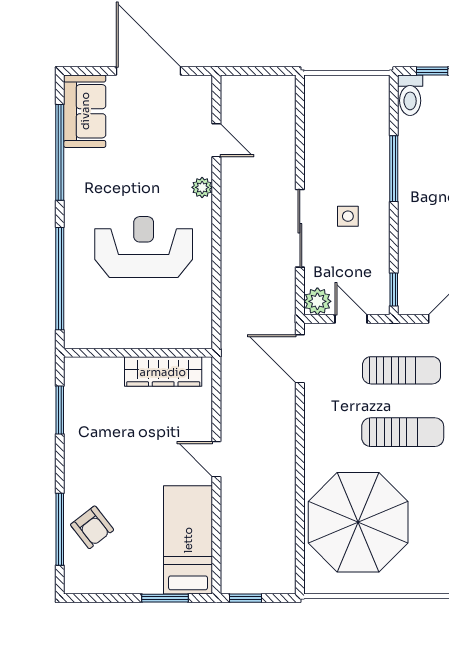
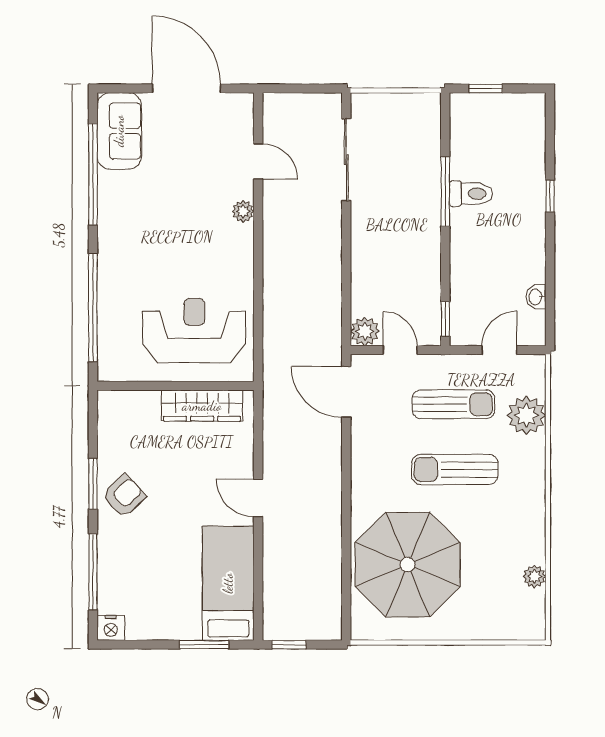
toilet: (410, 95) -> (471, 194), moved, turned -90
side table: (348, 216) -> (397, 242), removed
sliding door: (300, 228) -> (346, 160), moved
reception desk: (144, 247) -> (194, 331), moved
window: (60, 410) -> (93, 484), moved
sun lounger: (403, 432) -> (455, 469), turned 180
armchair: (92, 527) -> (124, 496), moved, turned -95
nightstand: (77, 582) -> (111, 628), added

